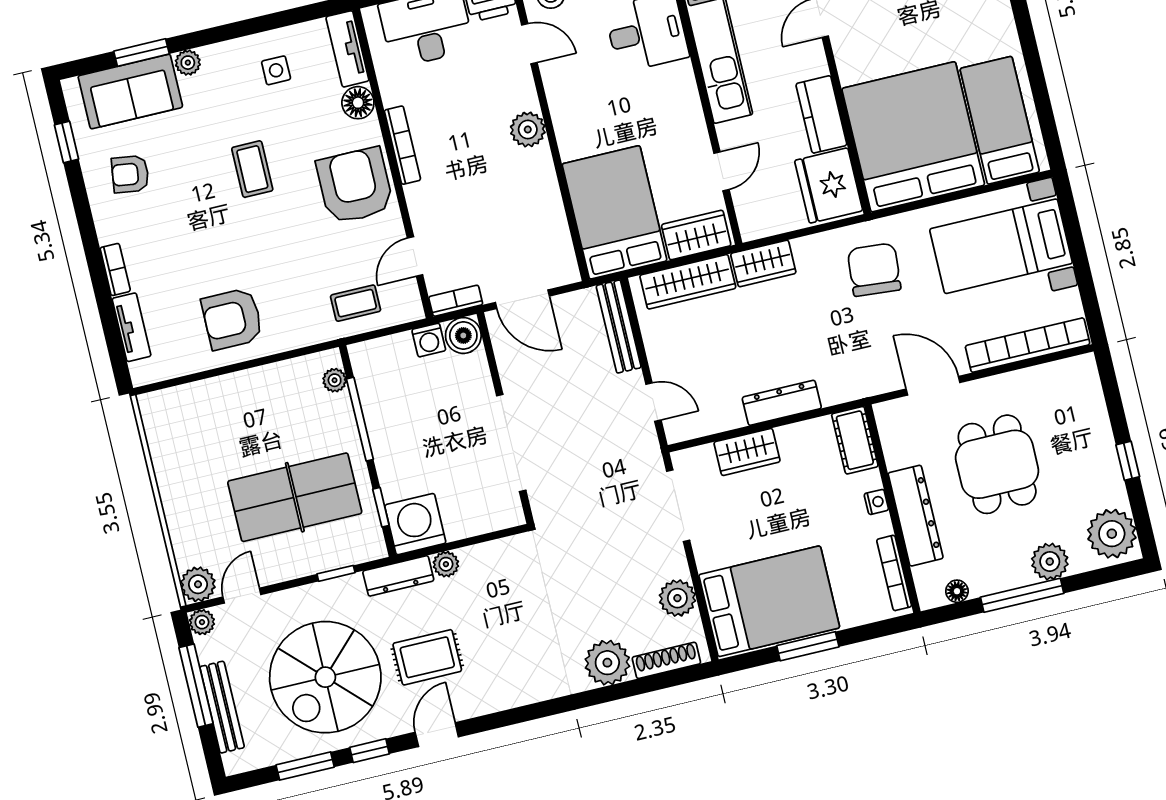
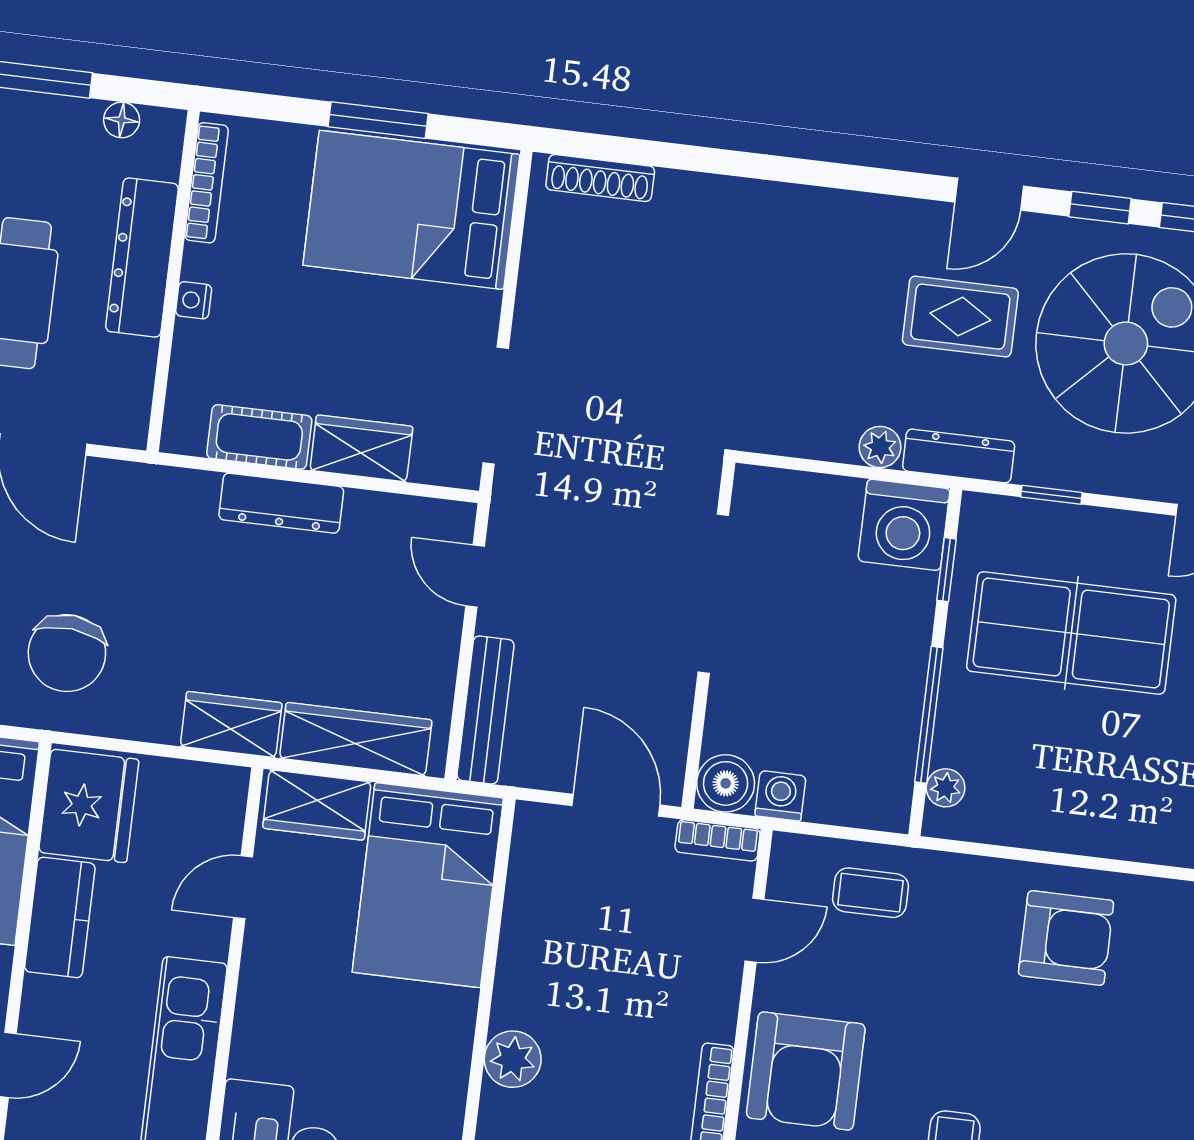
cot: (855, 440) -> (259, 437), moved, turned 90
plant: (677, 598) -> (549, 266), removed
plant: (607, 663) -> (691, 208), removed

